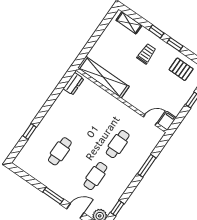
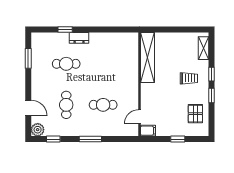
dresser: (73, 84) -> (79, 38), moved
door: (150, 120) -> (139, 117), swing flipped
window: (147, 166) -> (90, 139), moved
cafe table: (95, 176) -> (66, 105), turned 90
window: (53, 196) -> (28, 58), moved

